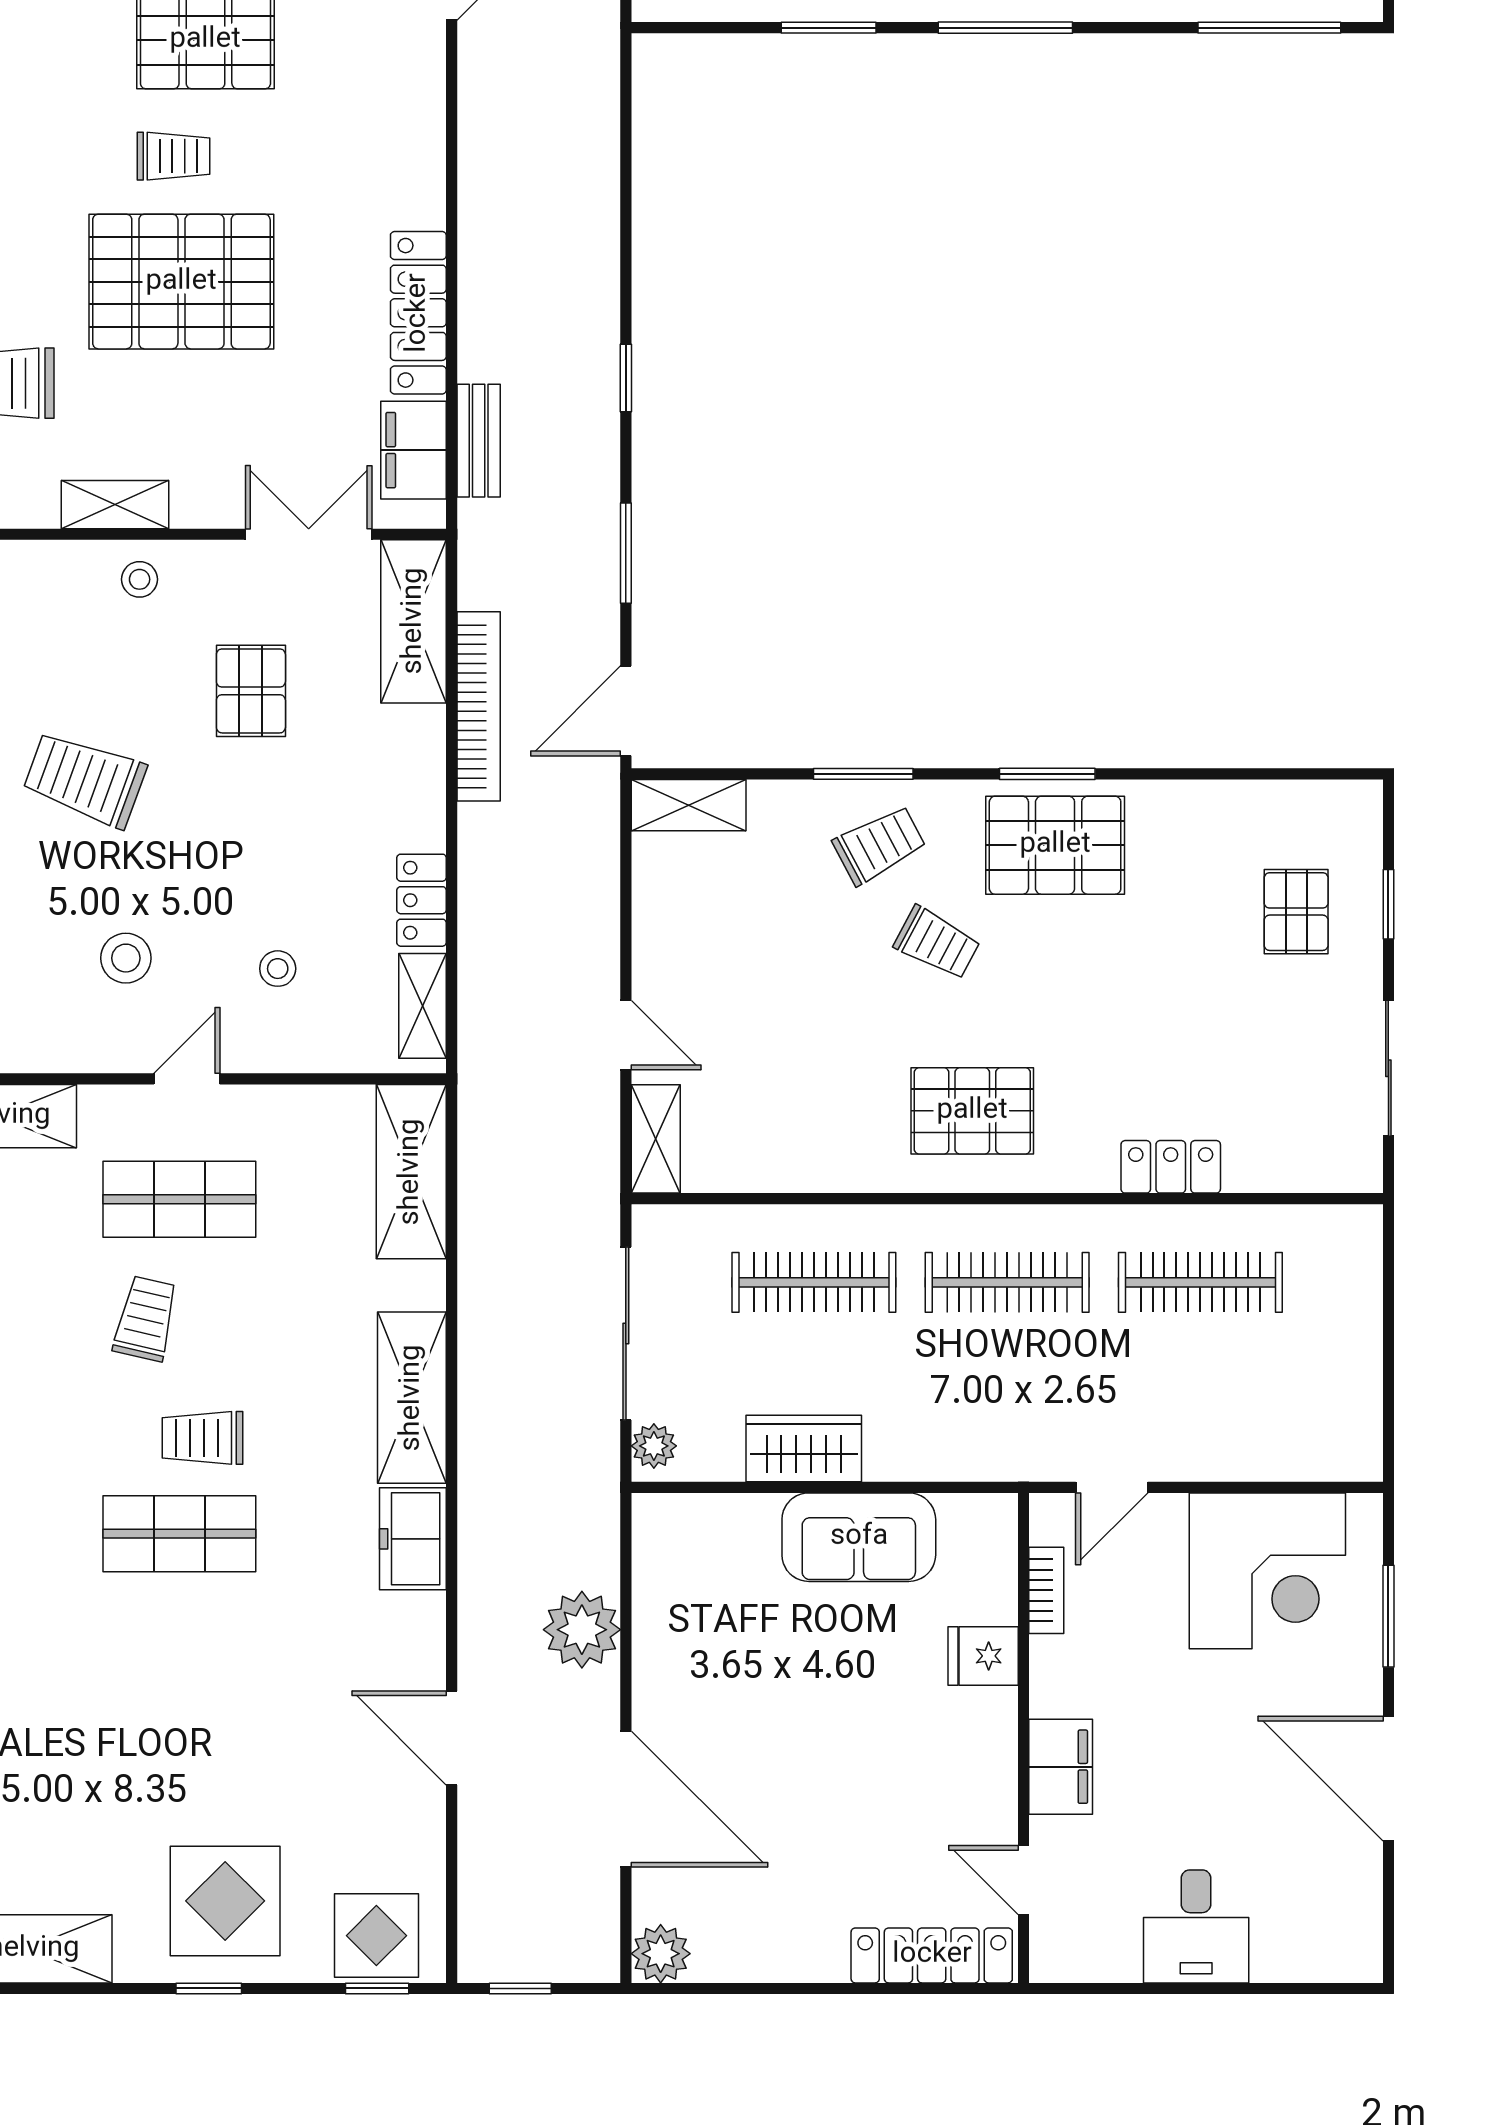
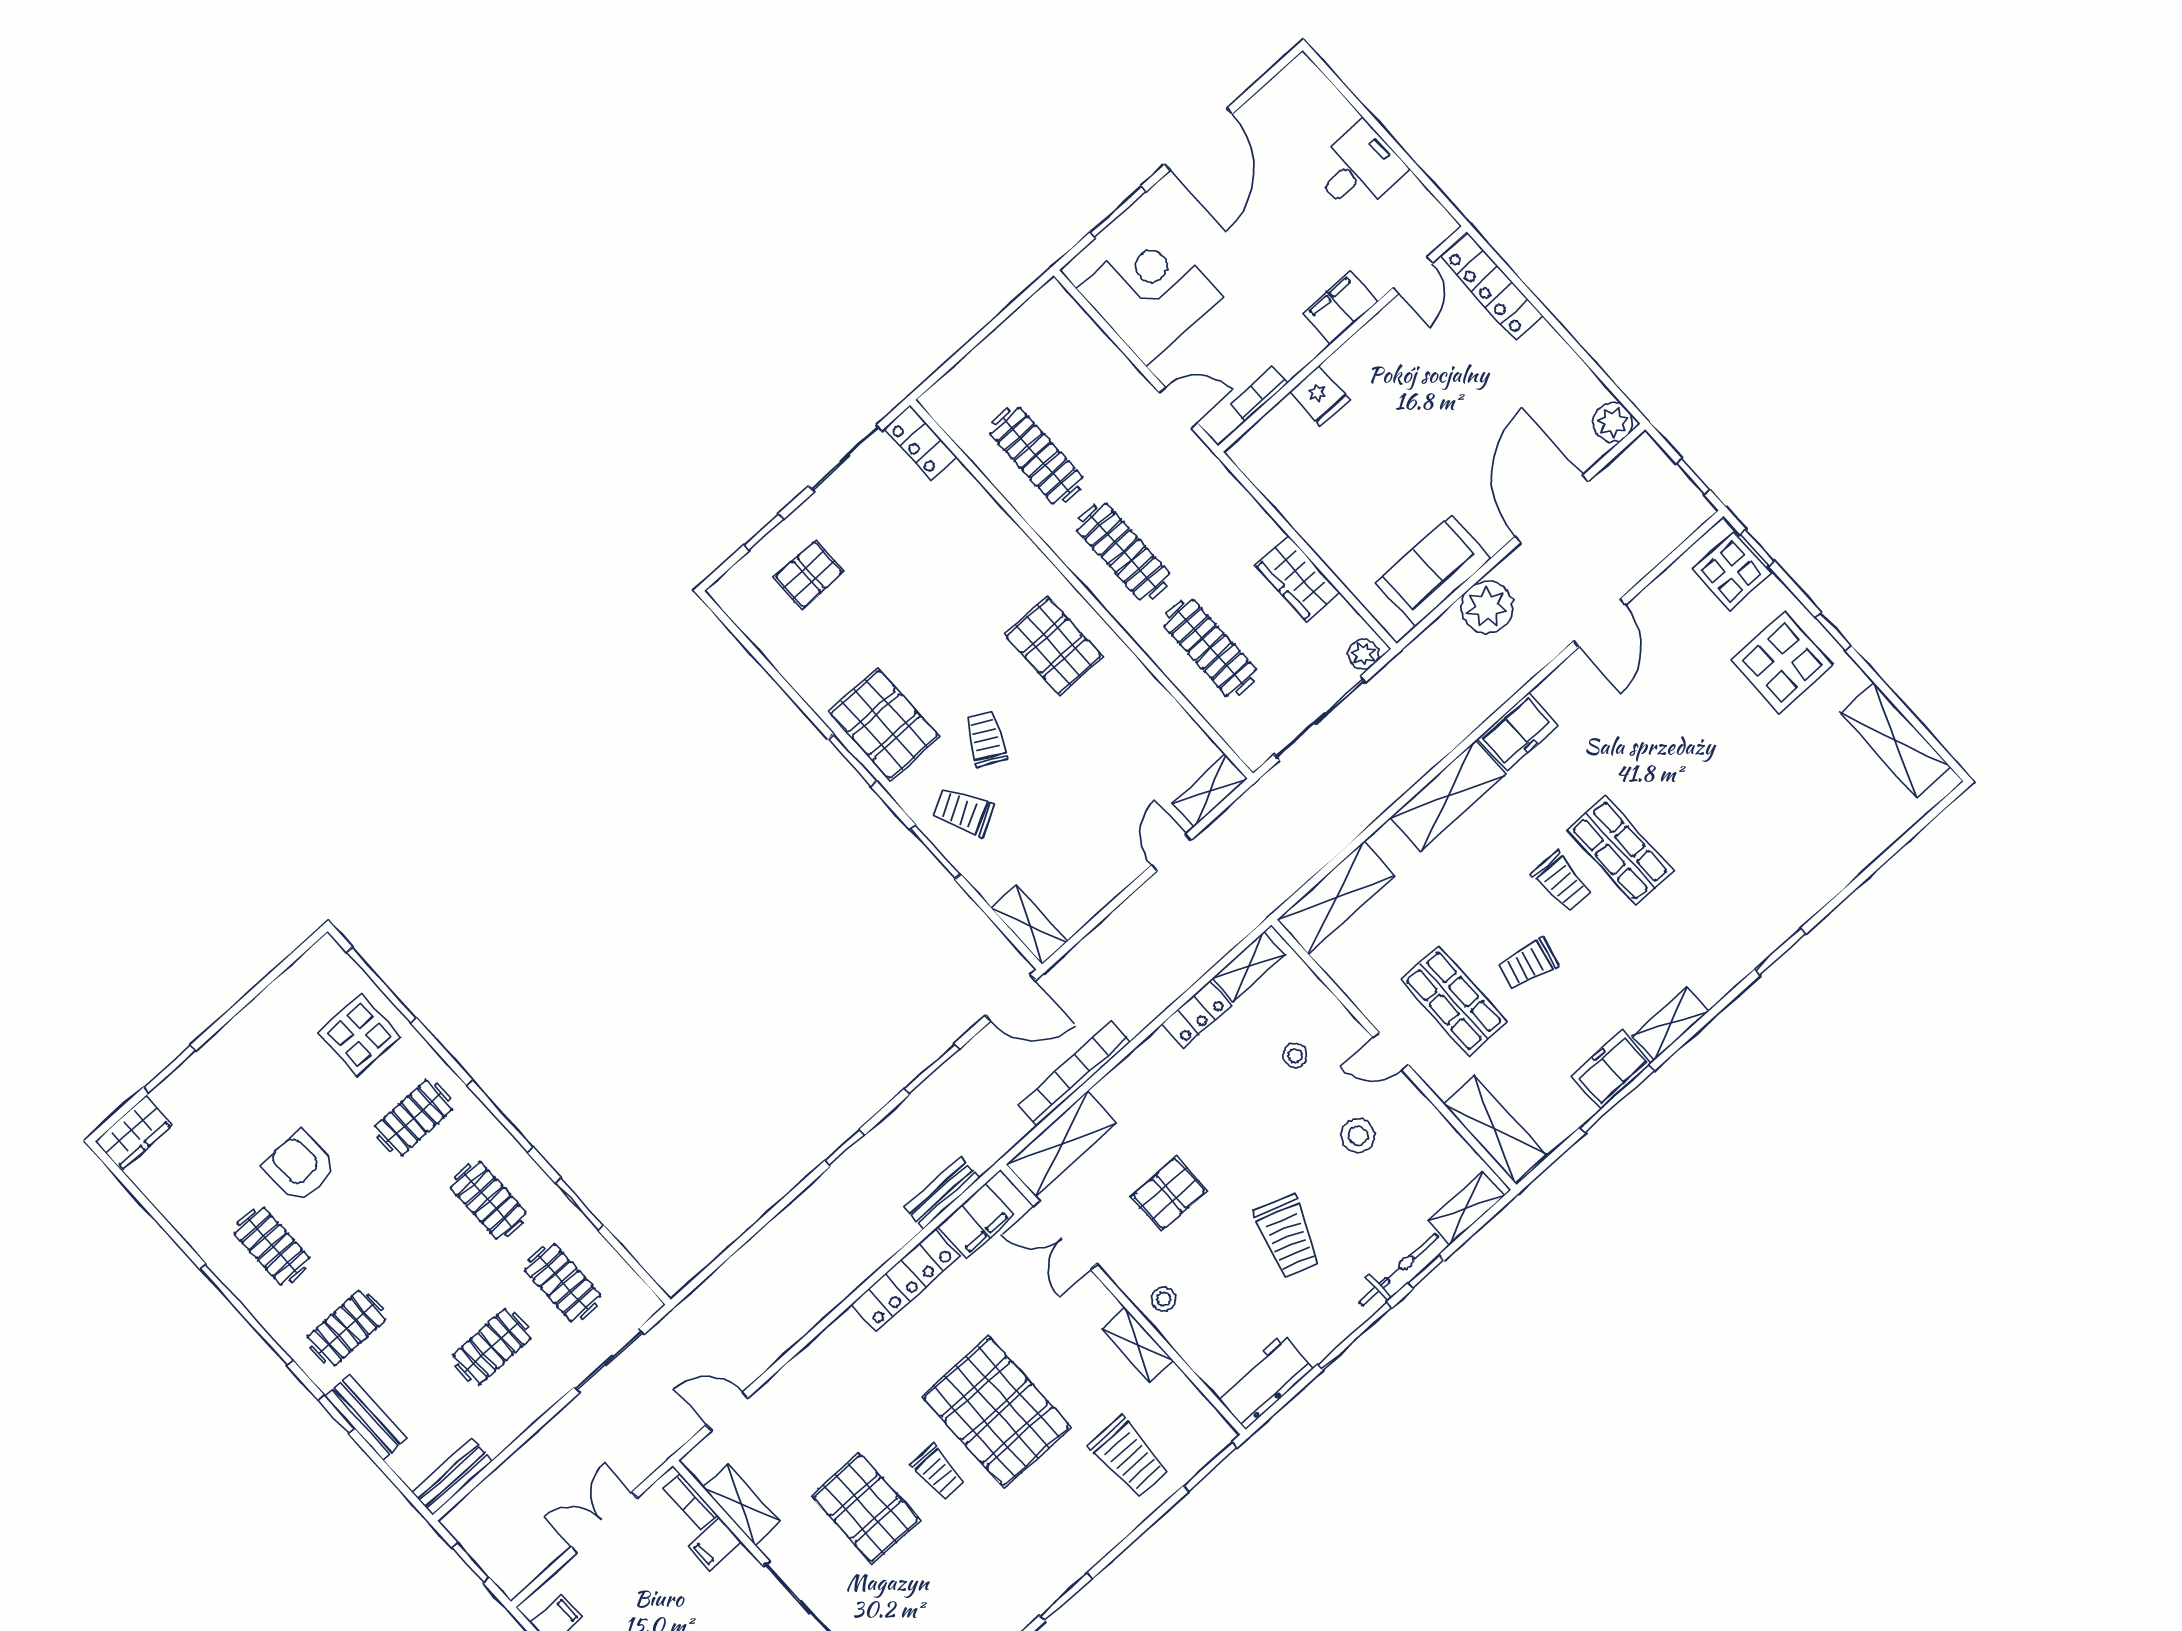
trolley: (173, 156) -> (938, 1472), turned 180
locker: (1171, 1167) -> (920, 443), moved
sofa: (859, 1537) -> (1433, 571), moved, turned -90

